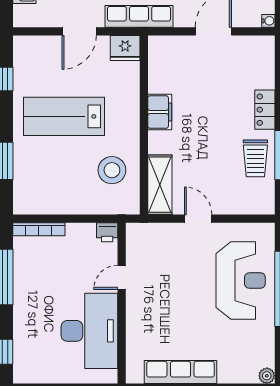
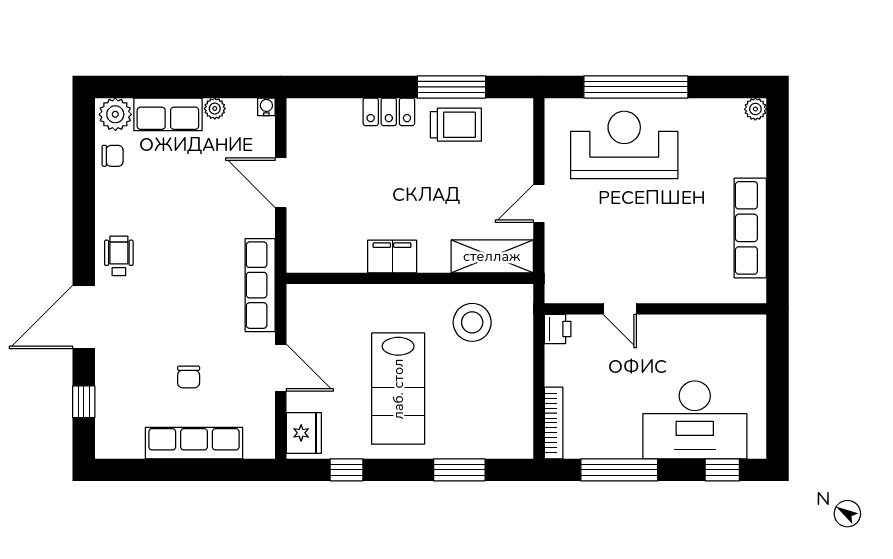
fridge: (125, 48) -> (304, 433), moved
desk: (89, 331) -> (695, 420), moved, turned 180

